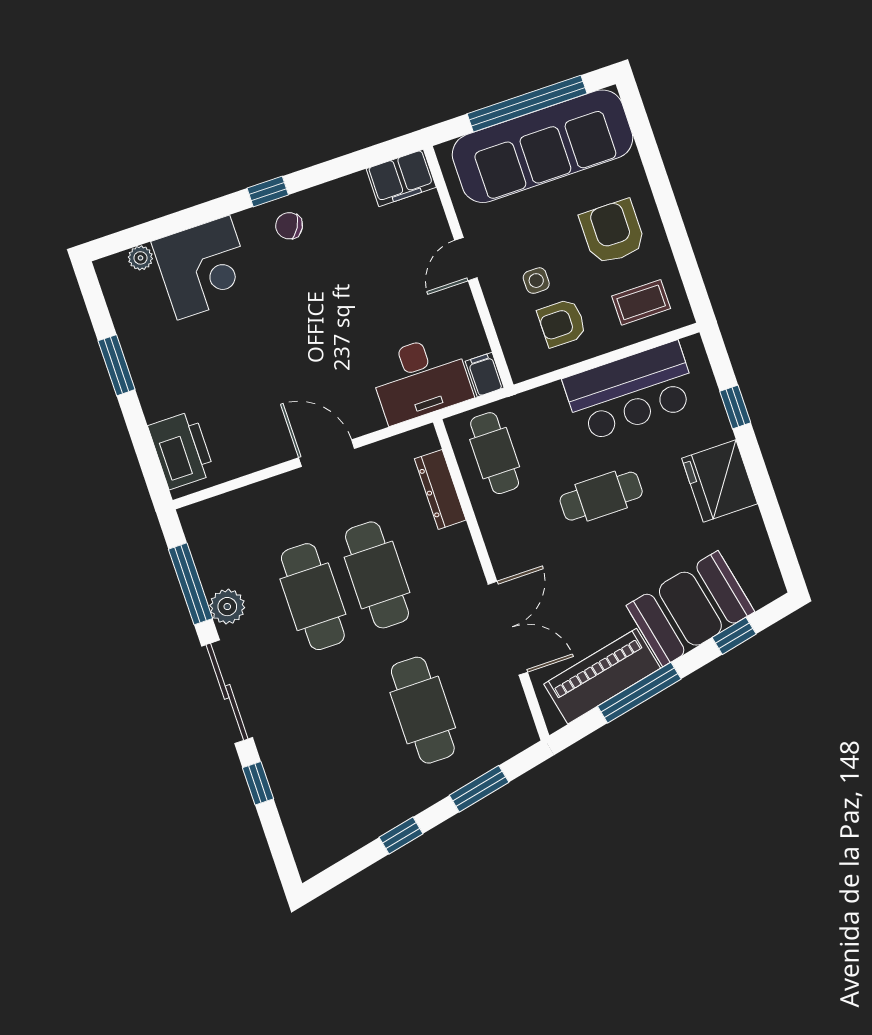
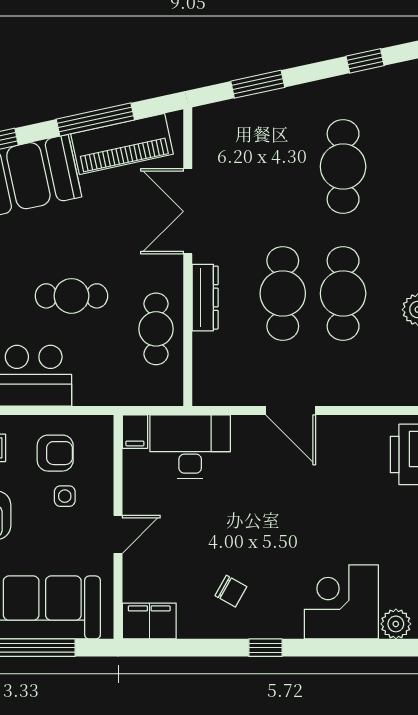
chair: (289, 226) -> (231, 591), moved
plant: (140, 258) -> (396, 624), width x1.38, depth x1.38
cafe table: (495, 453) -> (156, 329), moved
dresser: (440, 489) -> (205, 298), moved
cafe table: (423, 710) -> (343, 167), moved
window: (401, 836) -> (365, 61), moved

